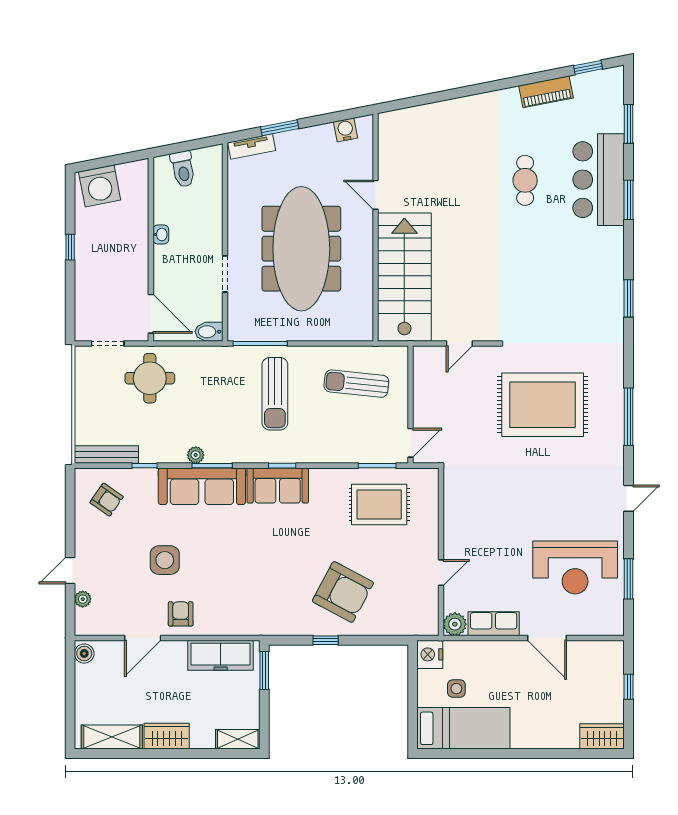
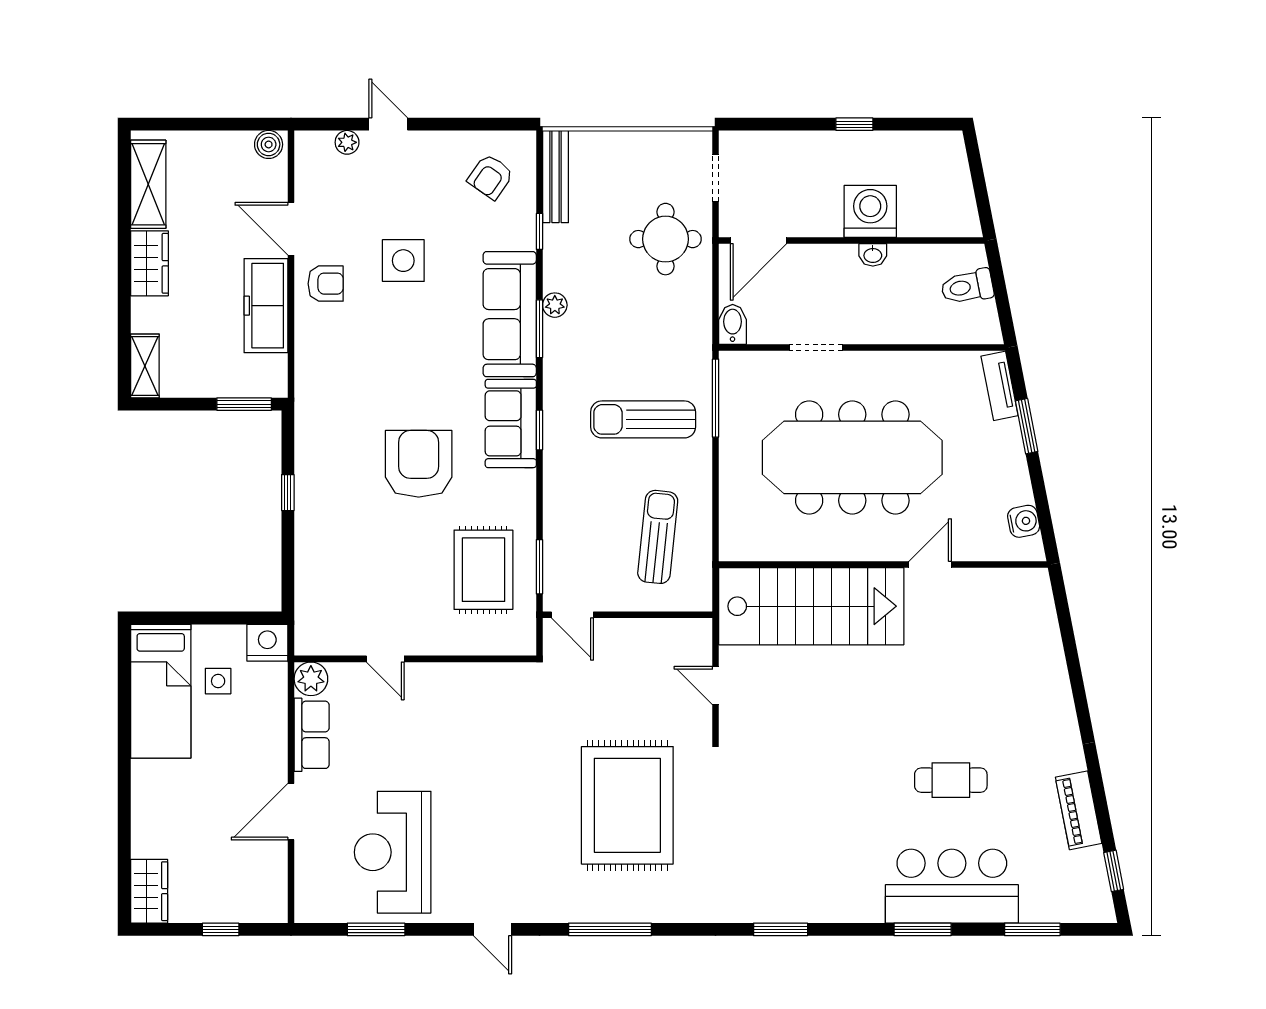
washing machine: (100, 186) -> (870, 211), moved, turned 101
armchair: (343, 592) -> (419, 464), moved, turned 152
freezer: (221, 655) -> (266, 306), moved

